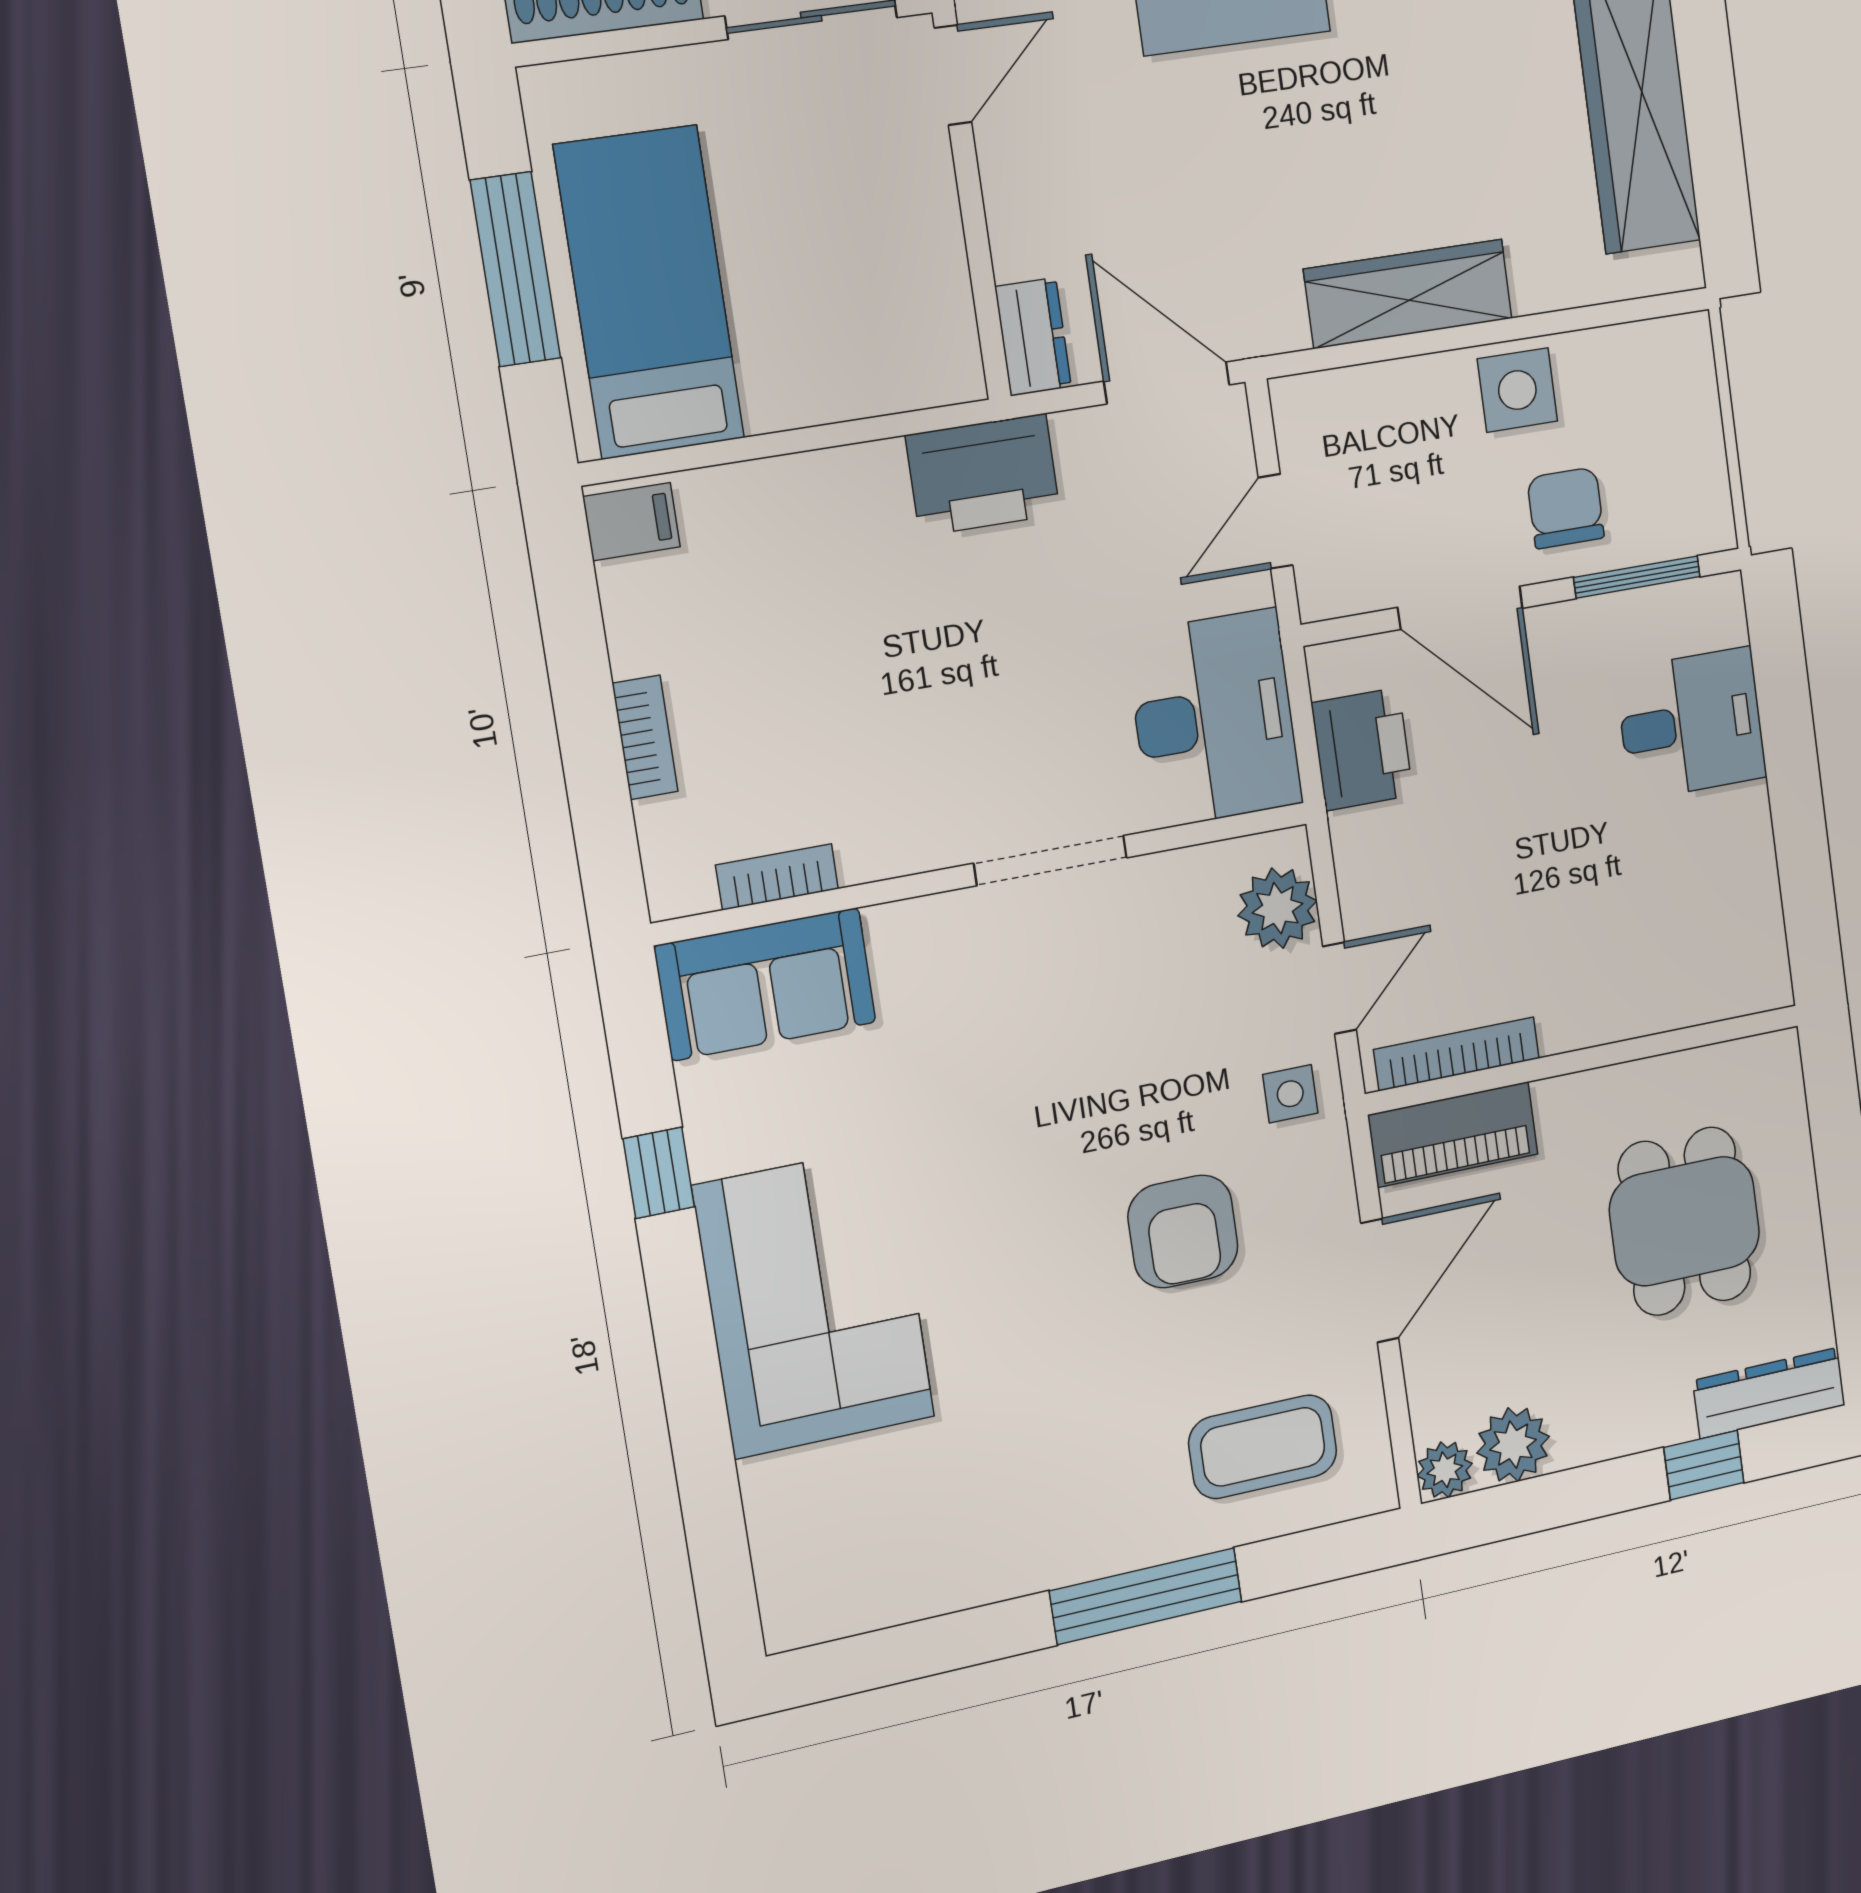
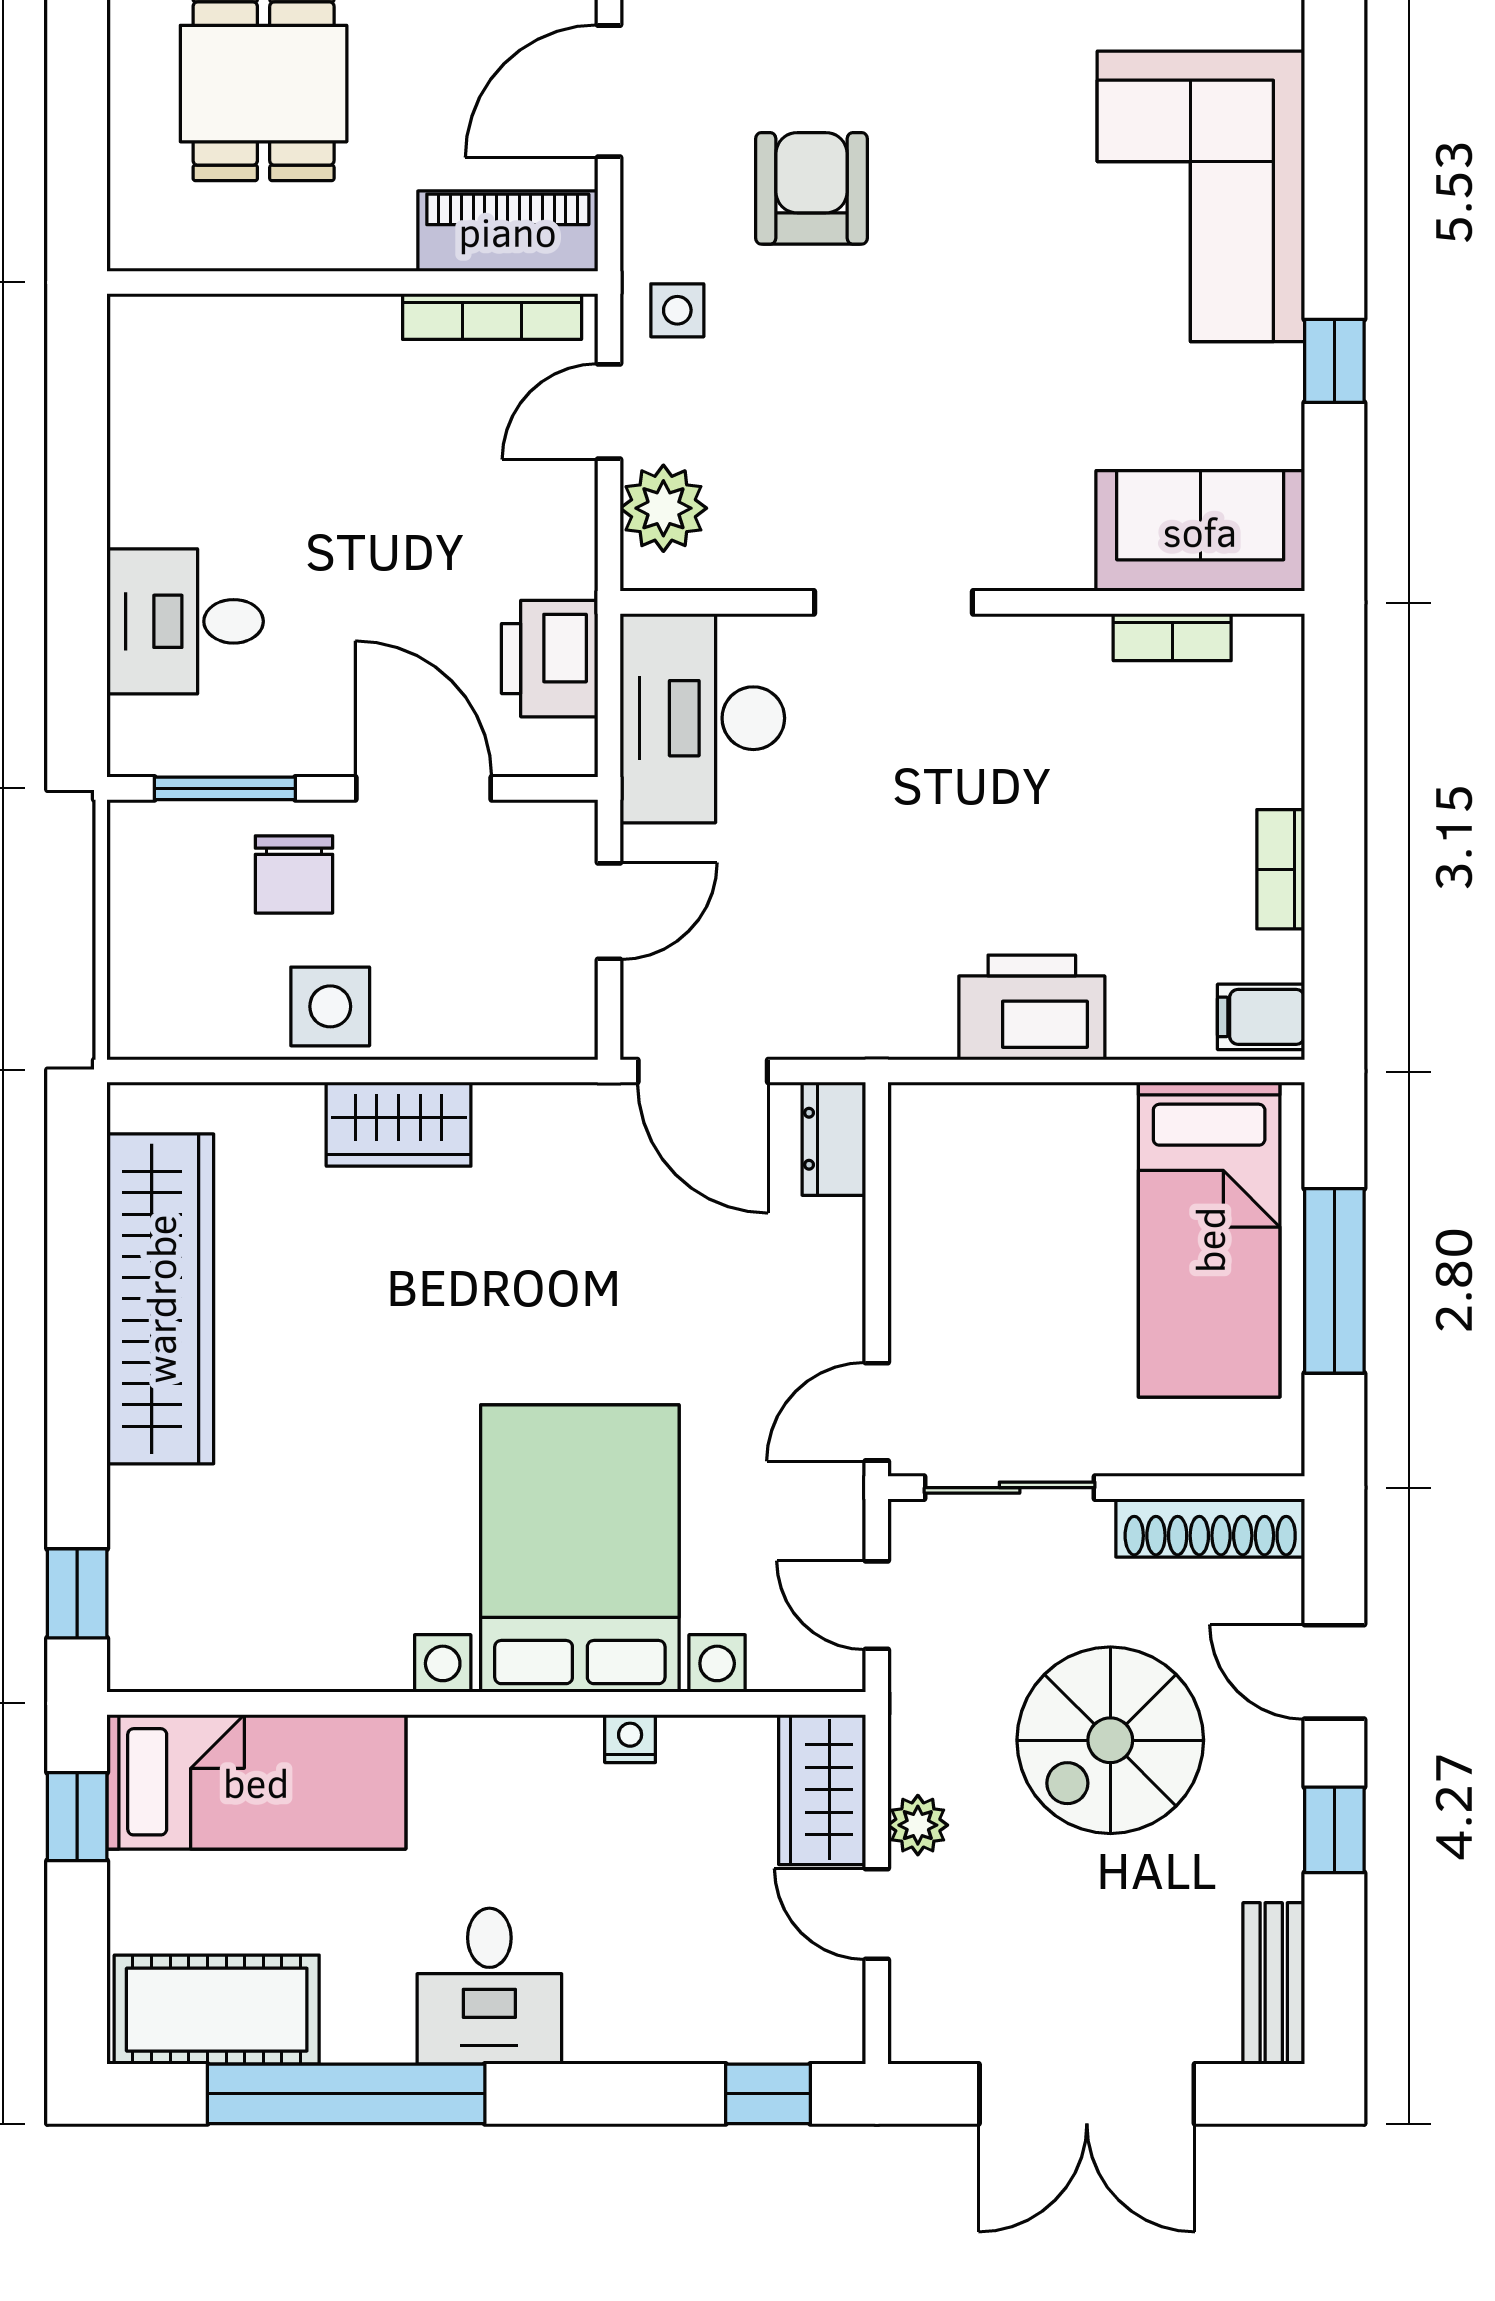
wardrobe: (1408, 294) -> (399, 1124), width x0.67
printer: (983, 475) -> (1032, 1007), moved
bookcase: (645, 737) -> (1281, 869), moved

